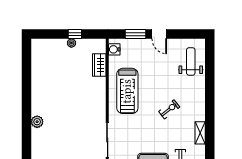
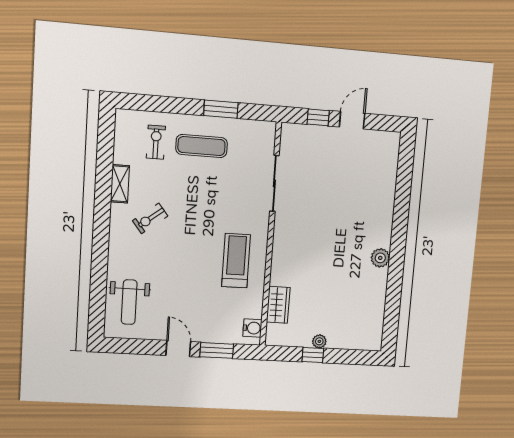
treadmill: (127, 91) -> (236, 261), width x0.73, depth x0.73
exercise bike: (169, 109) -> (150, 218), moved
plant: (37, 122) -> (380, 258), moved

